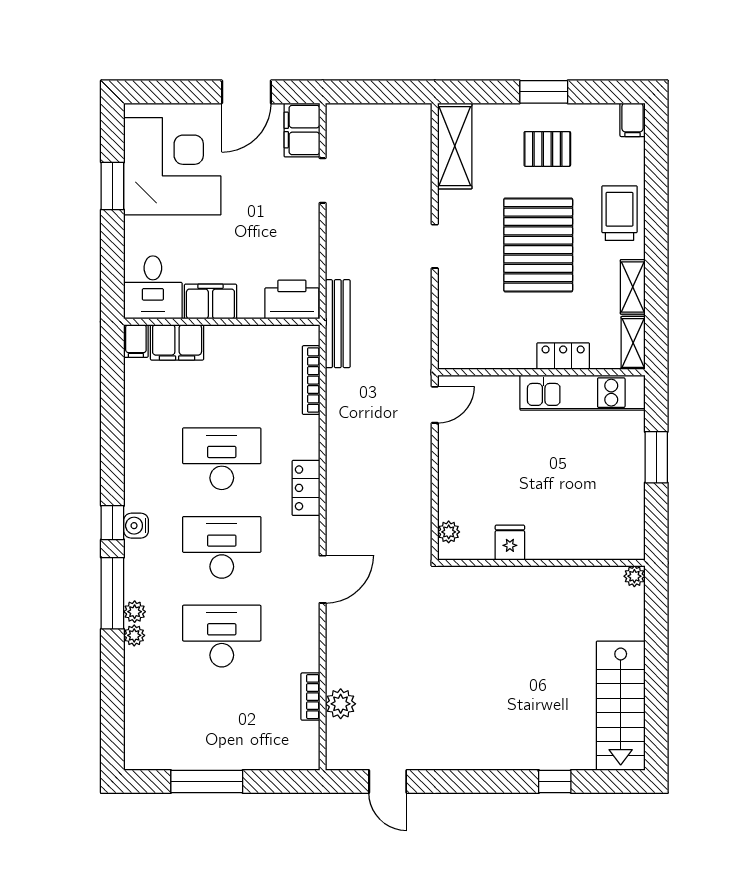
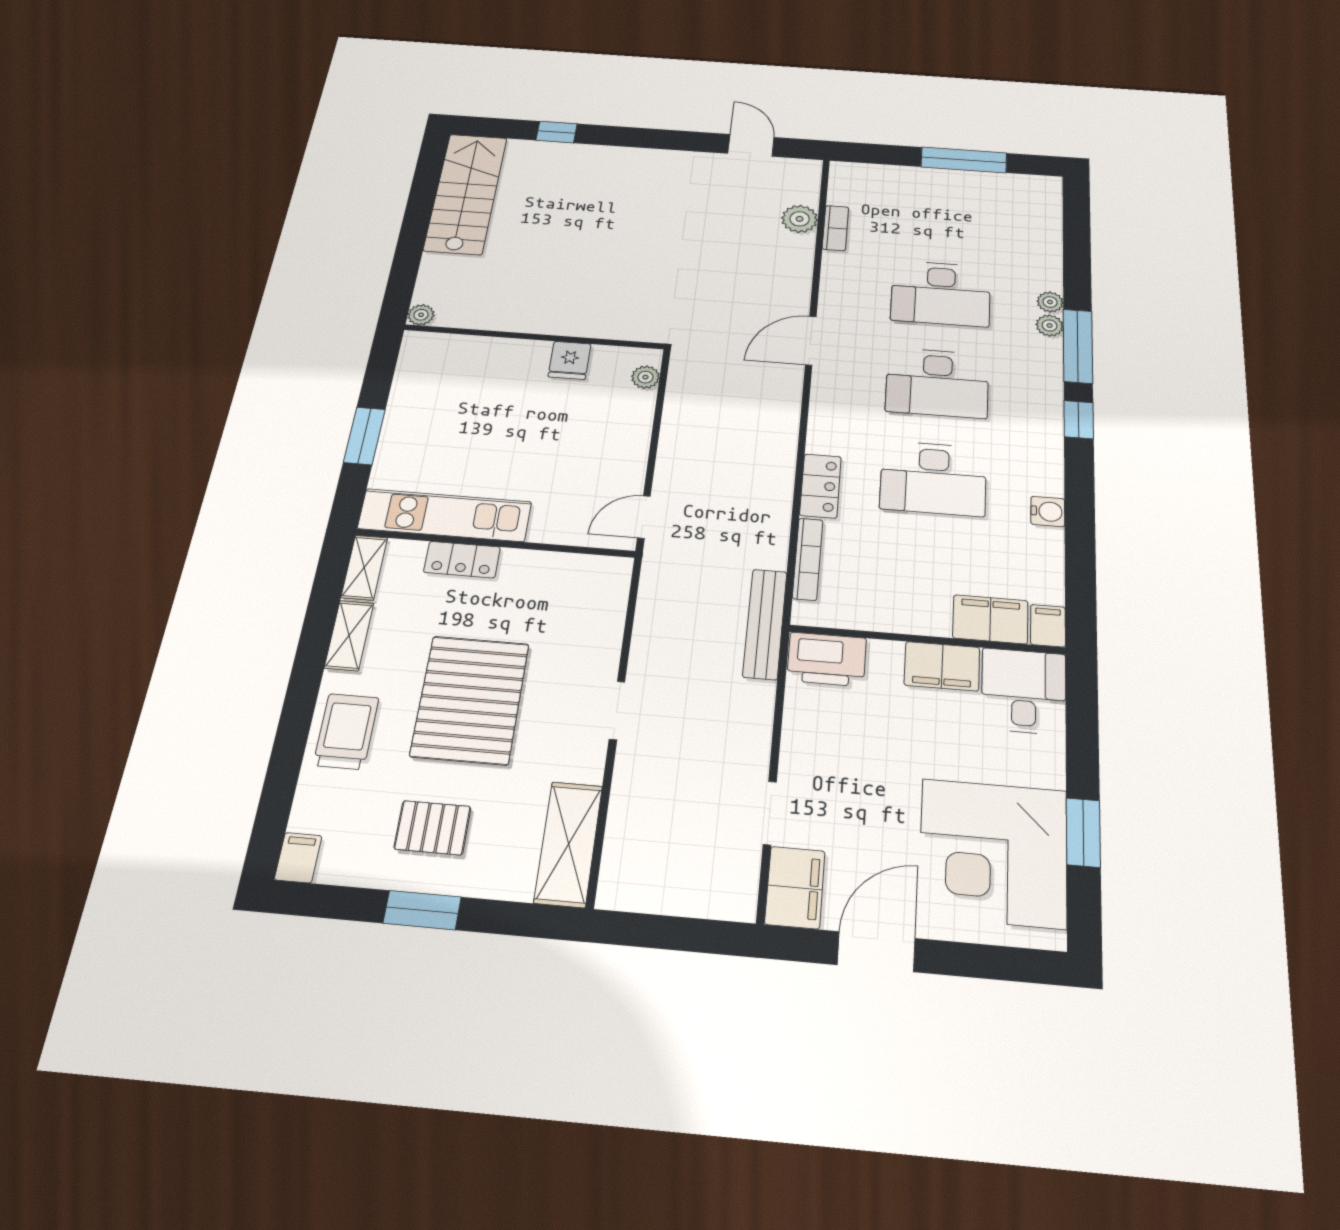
trolley: (619, 213) -> (346, 731), turned 180
locker: (306, 488) -> (820, 486), moved
water cooler: (136, 526) -> (1048, 511), moved

